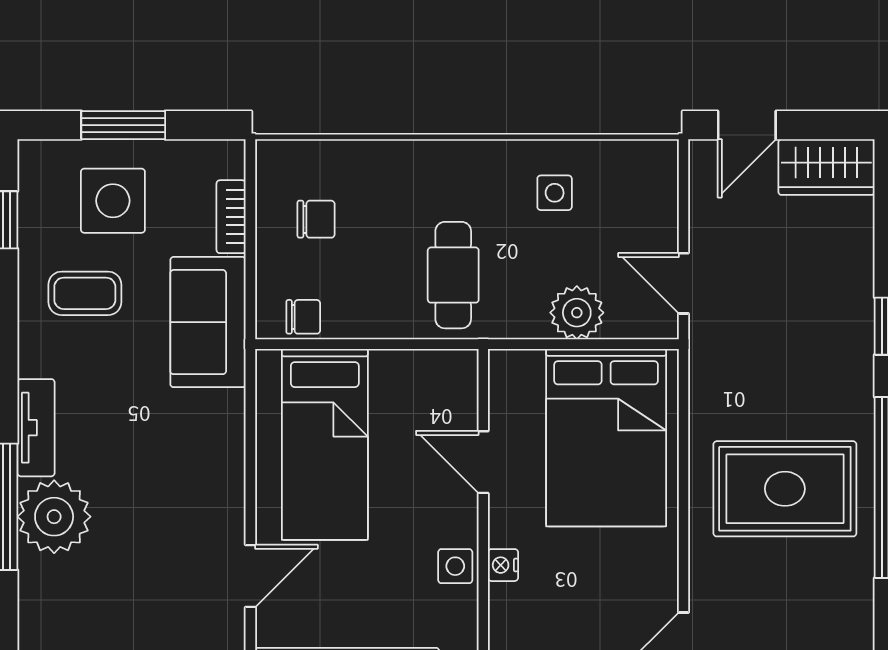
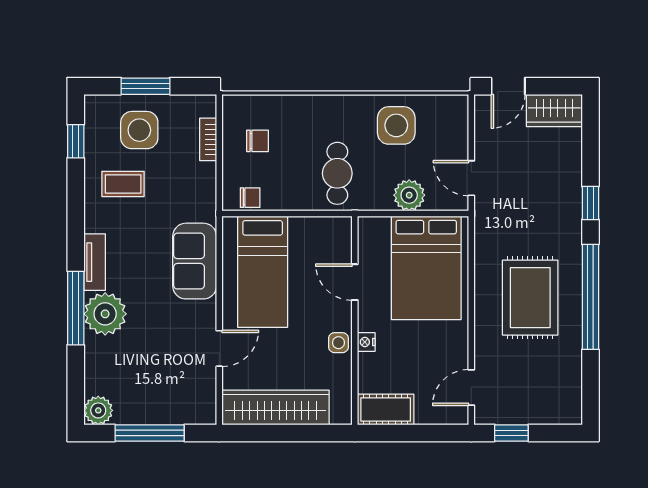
side table: (555, 193) -> (396, 125), width x1.87, depth x1.87
sofa: (208, 322) -> (195, 261), moved
rug: (785, 489) -> (530, 298), turned 90

